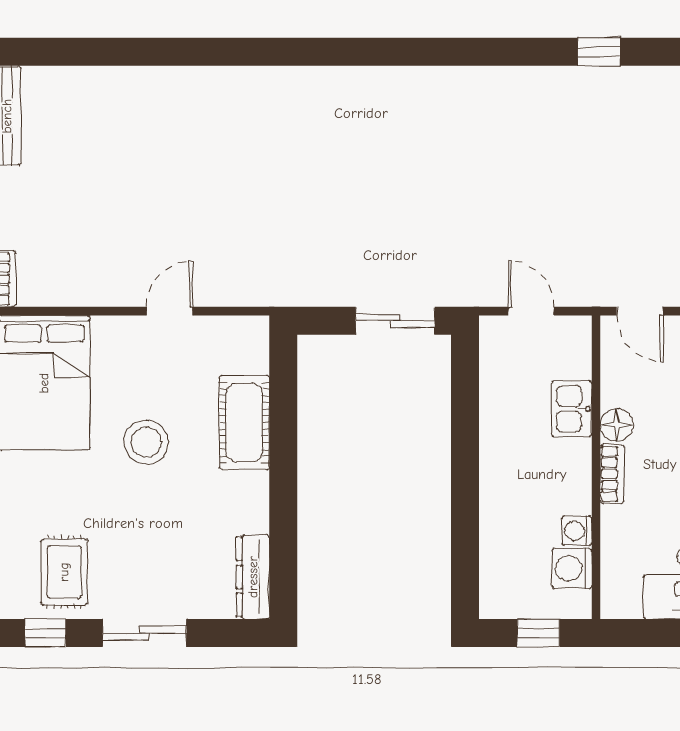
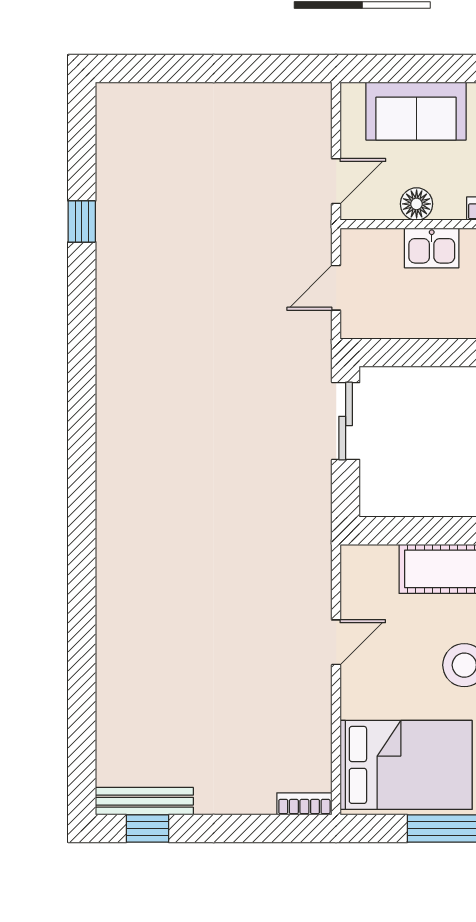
door: (169, 311) -> (336, 642), swing flipped
floor lamp: (617, 425) -> (417, 204), moved

